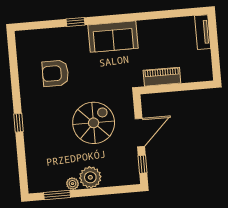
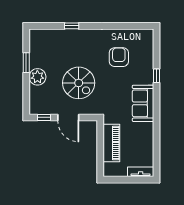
piano: (162, 77) -> (111, 143), width x1.37, depth x1.33
window: (19, 123) -> (72, 26), moved
plant: (73, 184) -> (34, 63), removed
window: (57, 195) -> (26, 63), moved

